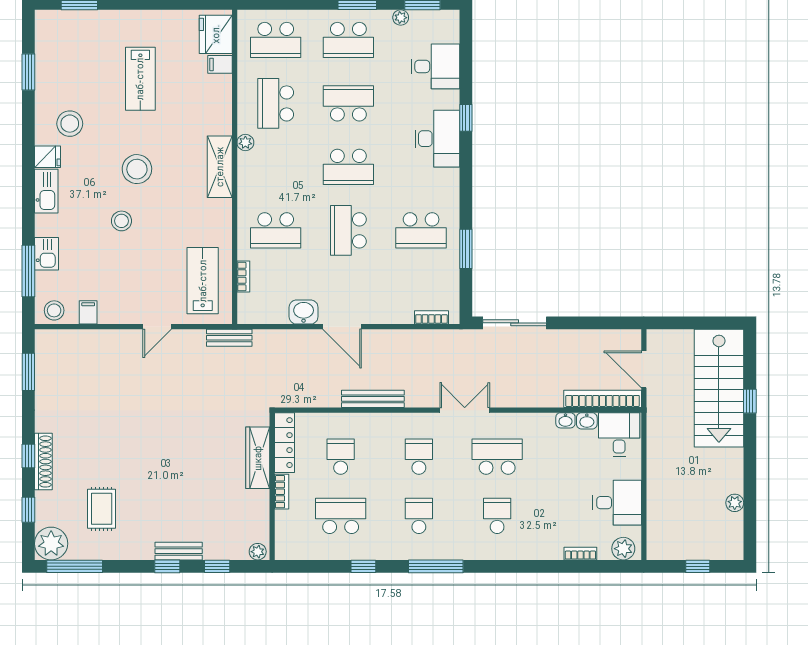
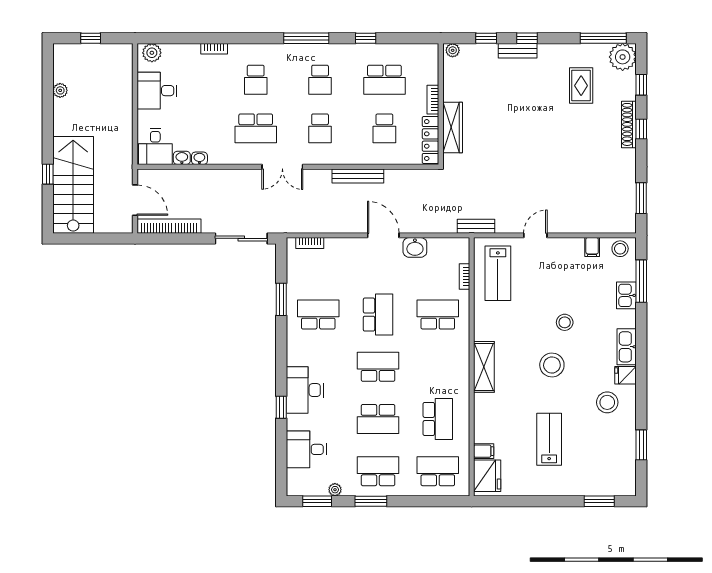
plant: (245, 143) -> (463, 387), removed
bookcase: (603, 399) -> (169, 226), moved, turned 180
bookcase: (580, 554) -> (214, 49), moved

